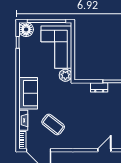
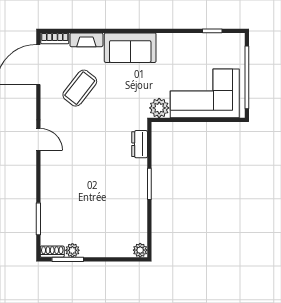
floor lamp: (26, 29) -> (233, 44), removed
dresser: (99, 87) -> (140, 144), moved
door: (104, 150) -> (38, 139), moved

